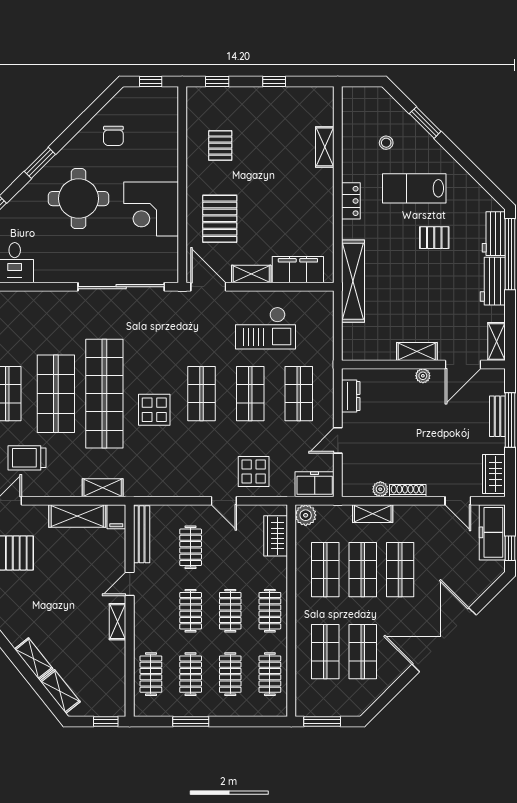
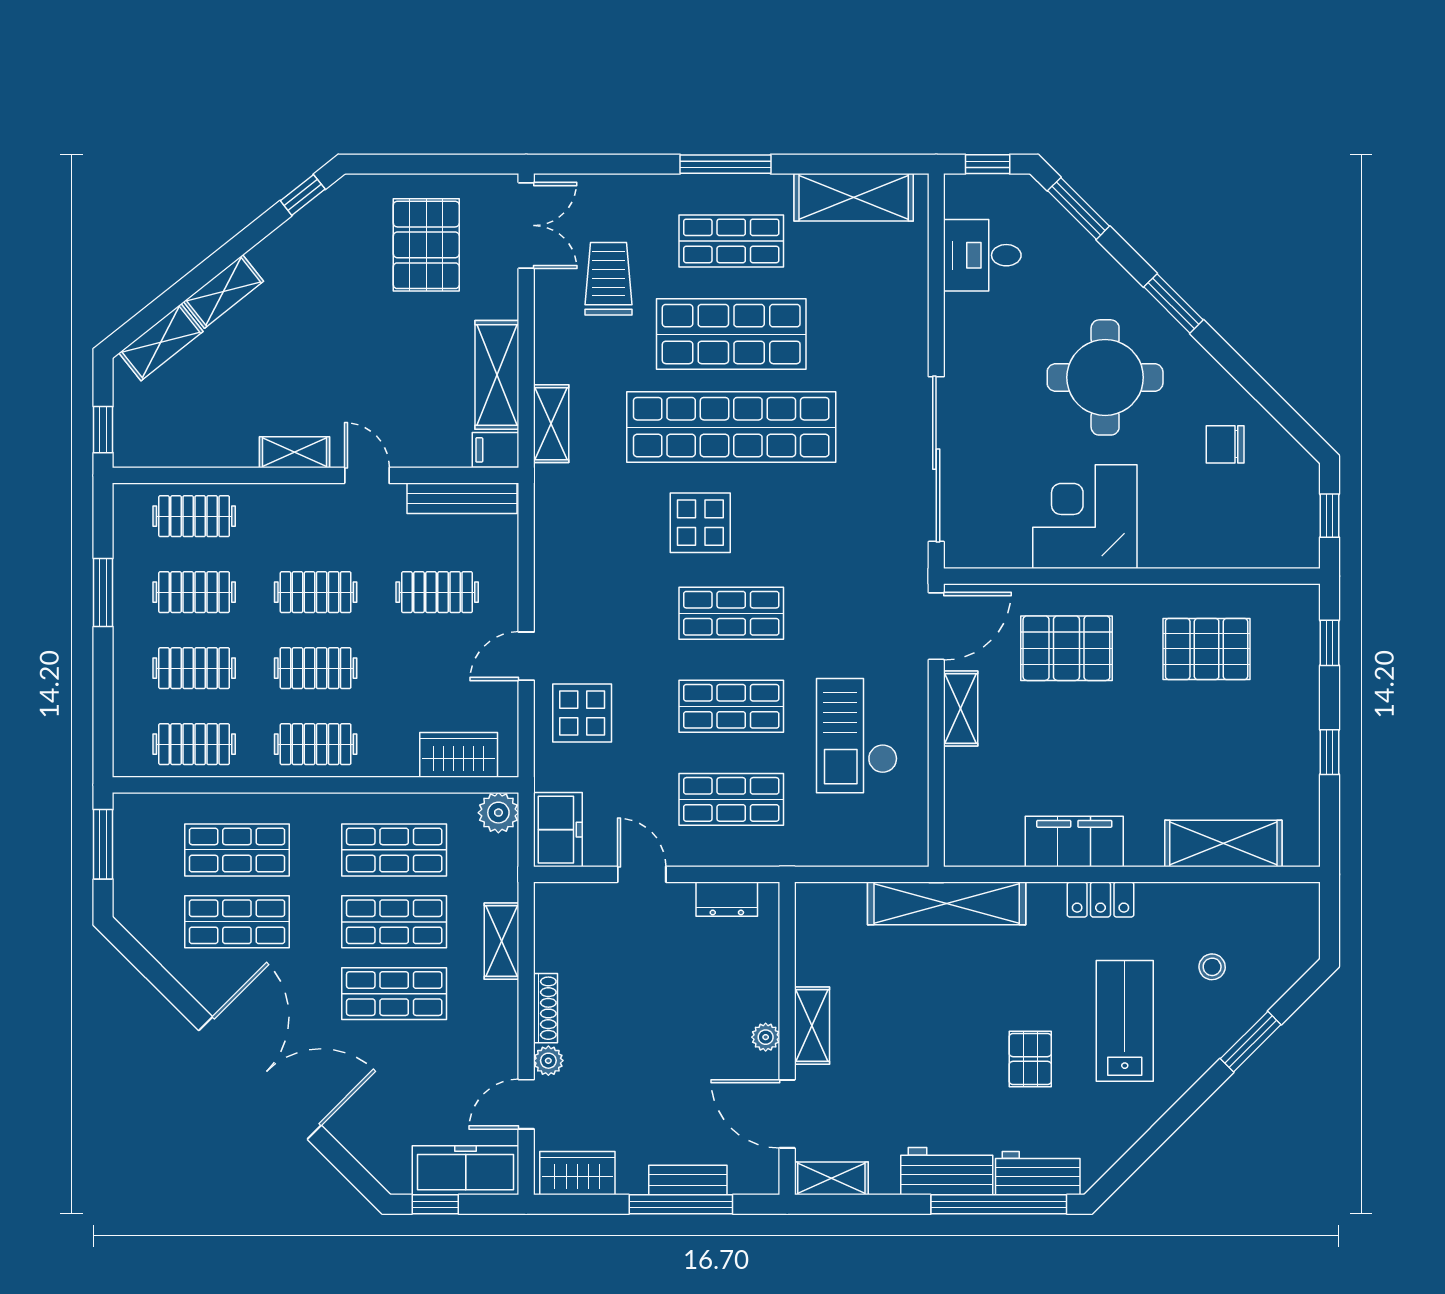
pallet: (220, 146) -> (1207, 649), width x1.50, depth x1.42
shelving: (325, 147) -> (1223, 843), width x1.50, depth x1.33
filing cabinet: (298, 270) -> (1074, 842), moved, turned -90
plant: (380, 489) -> (548, 1061), moved

